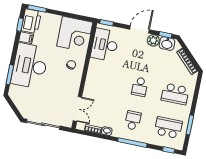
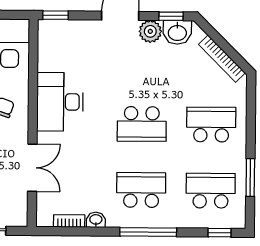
desk: (105, 45) -> (60, 102), moved
school desk: (140, 87) -> (142, 124), width x1.85
school desk: (175, 94) -> (211, 125), turned 180
double door: (77, 109) -> (32, 168), moved
school desk: (133, 120) -> (141, 190), width x1.85

